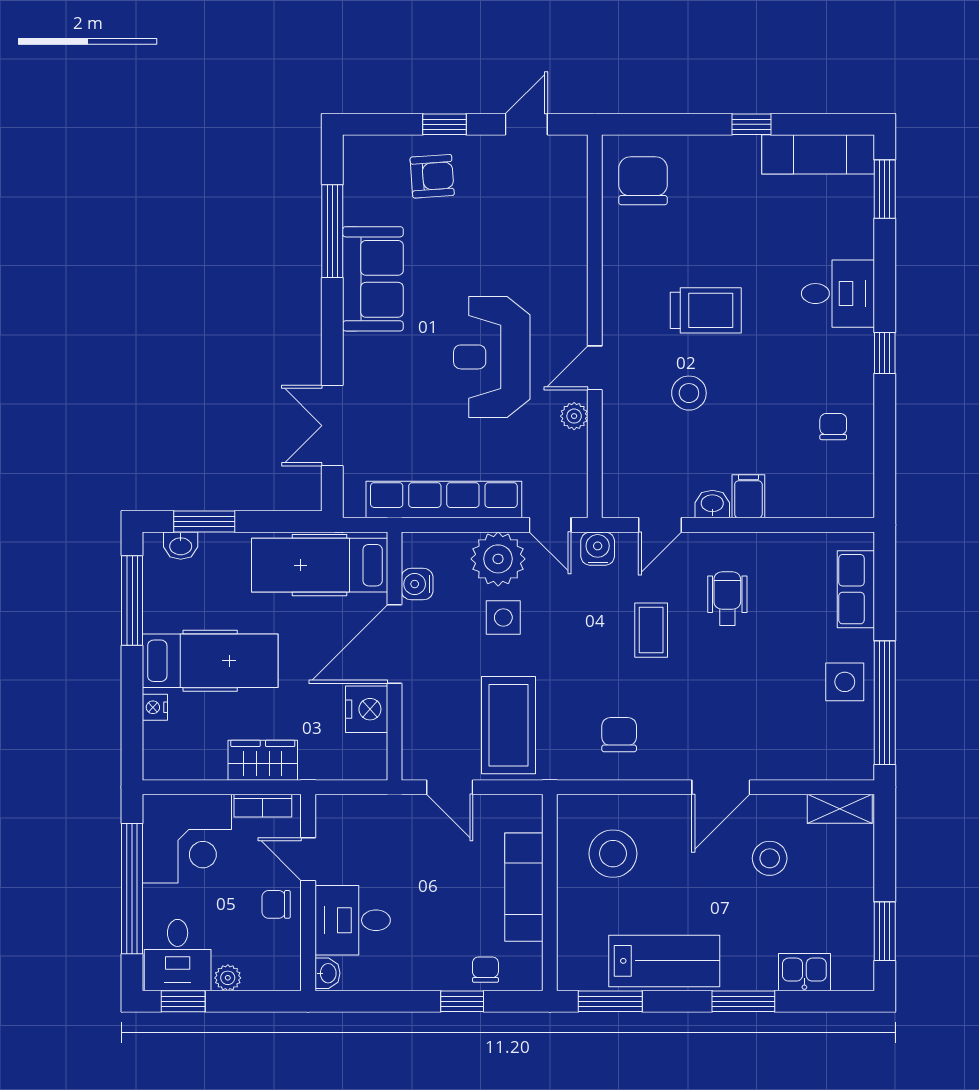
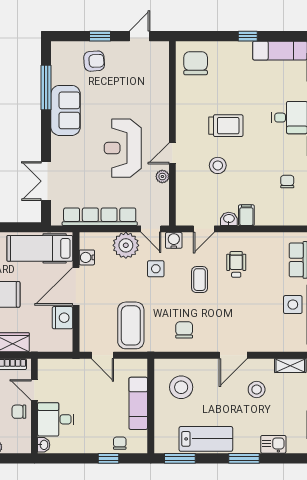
side table: (503, 618) -> (156, 269), moved

